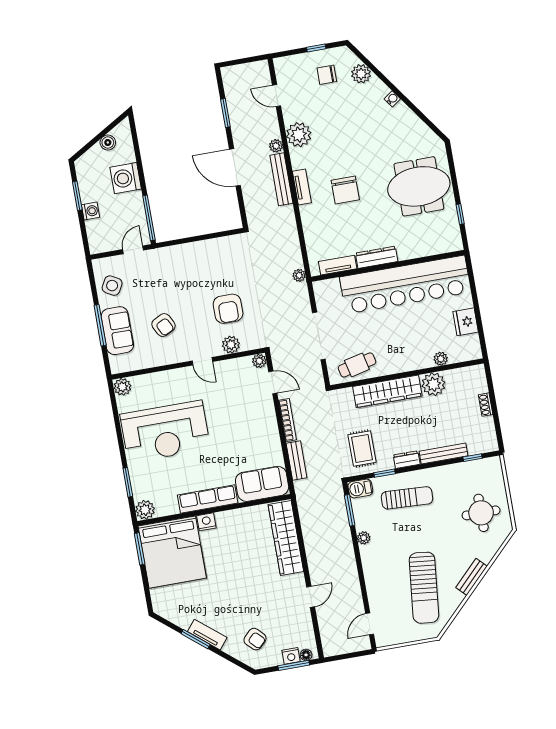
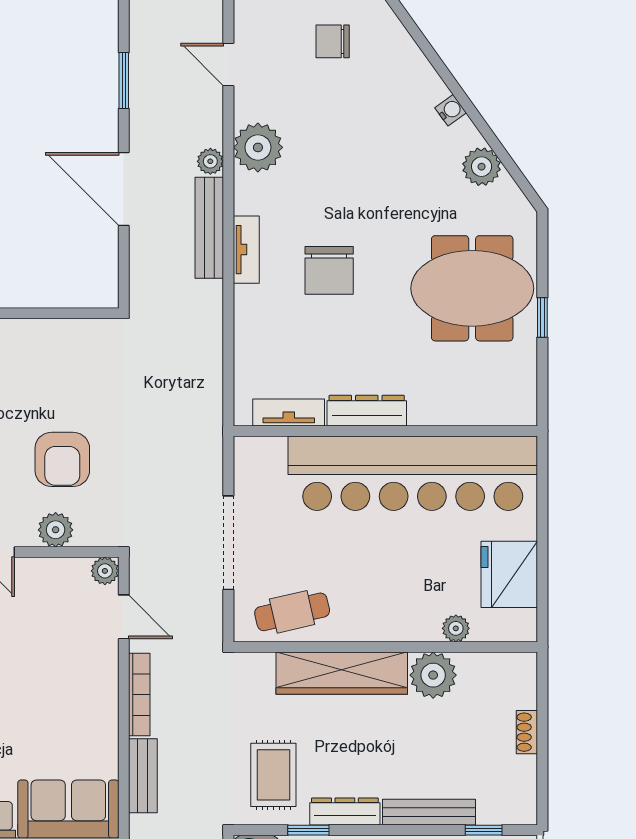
plant: (361, 74) -> (482, 167), moved
window: (460, 214) -> (542, 318), moved
plant: (299, 275) -> (211, 419), removed
fridge: (466, 322) -> (509, 574), width x1.36, depth x1.34
dresser: (407, 460) -> (345, 811), width x1.44

